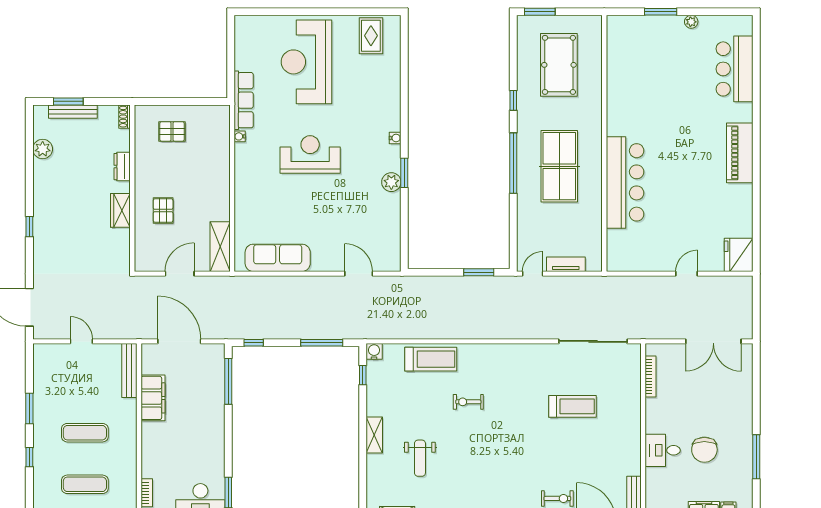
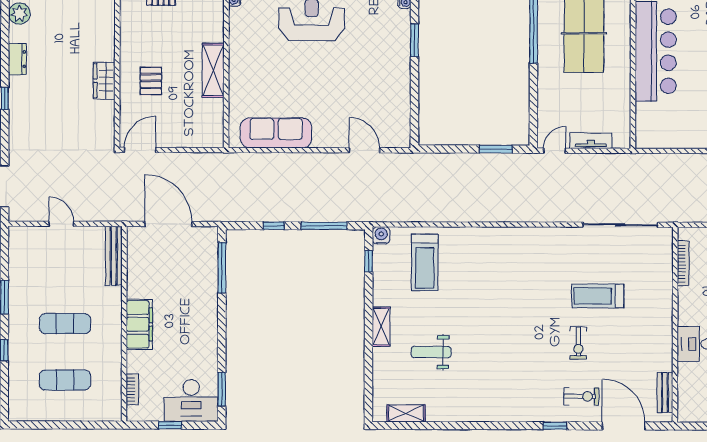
dresser: (122, 167) -> (17, 59), moved, turned 180
plant: (391, 182) -> (400, 50), removed
shelving: (220, 247) -> (213, 70), moved
door: (180, 274) -> (140, 150), moved
window: (254, 343) -> (274, 226), moved
treadmill: (431, 359) -> (425, 262), moved, turned 90
filing cabinet: (153, 398) -> (139, 324), moved
exercise bike: (468, 402) -> (578, 343), moved, turned -90
treadmill: (572, 406) -> (598, 296), turned 180
weight bench: (420, 458) -> (431, 352), turned 90

